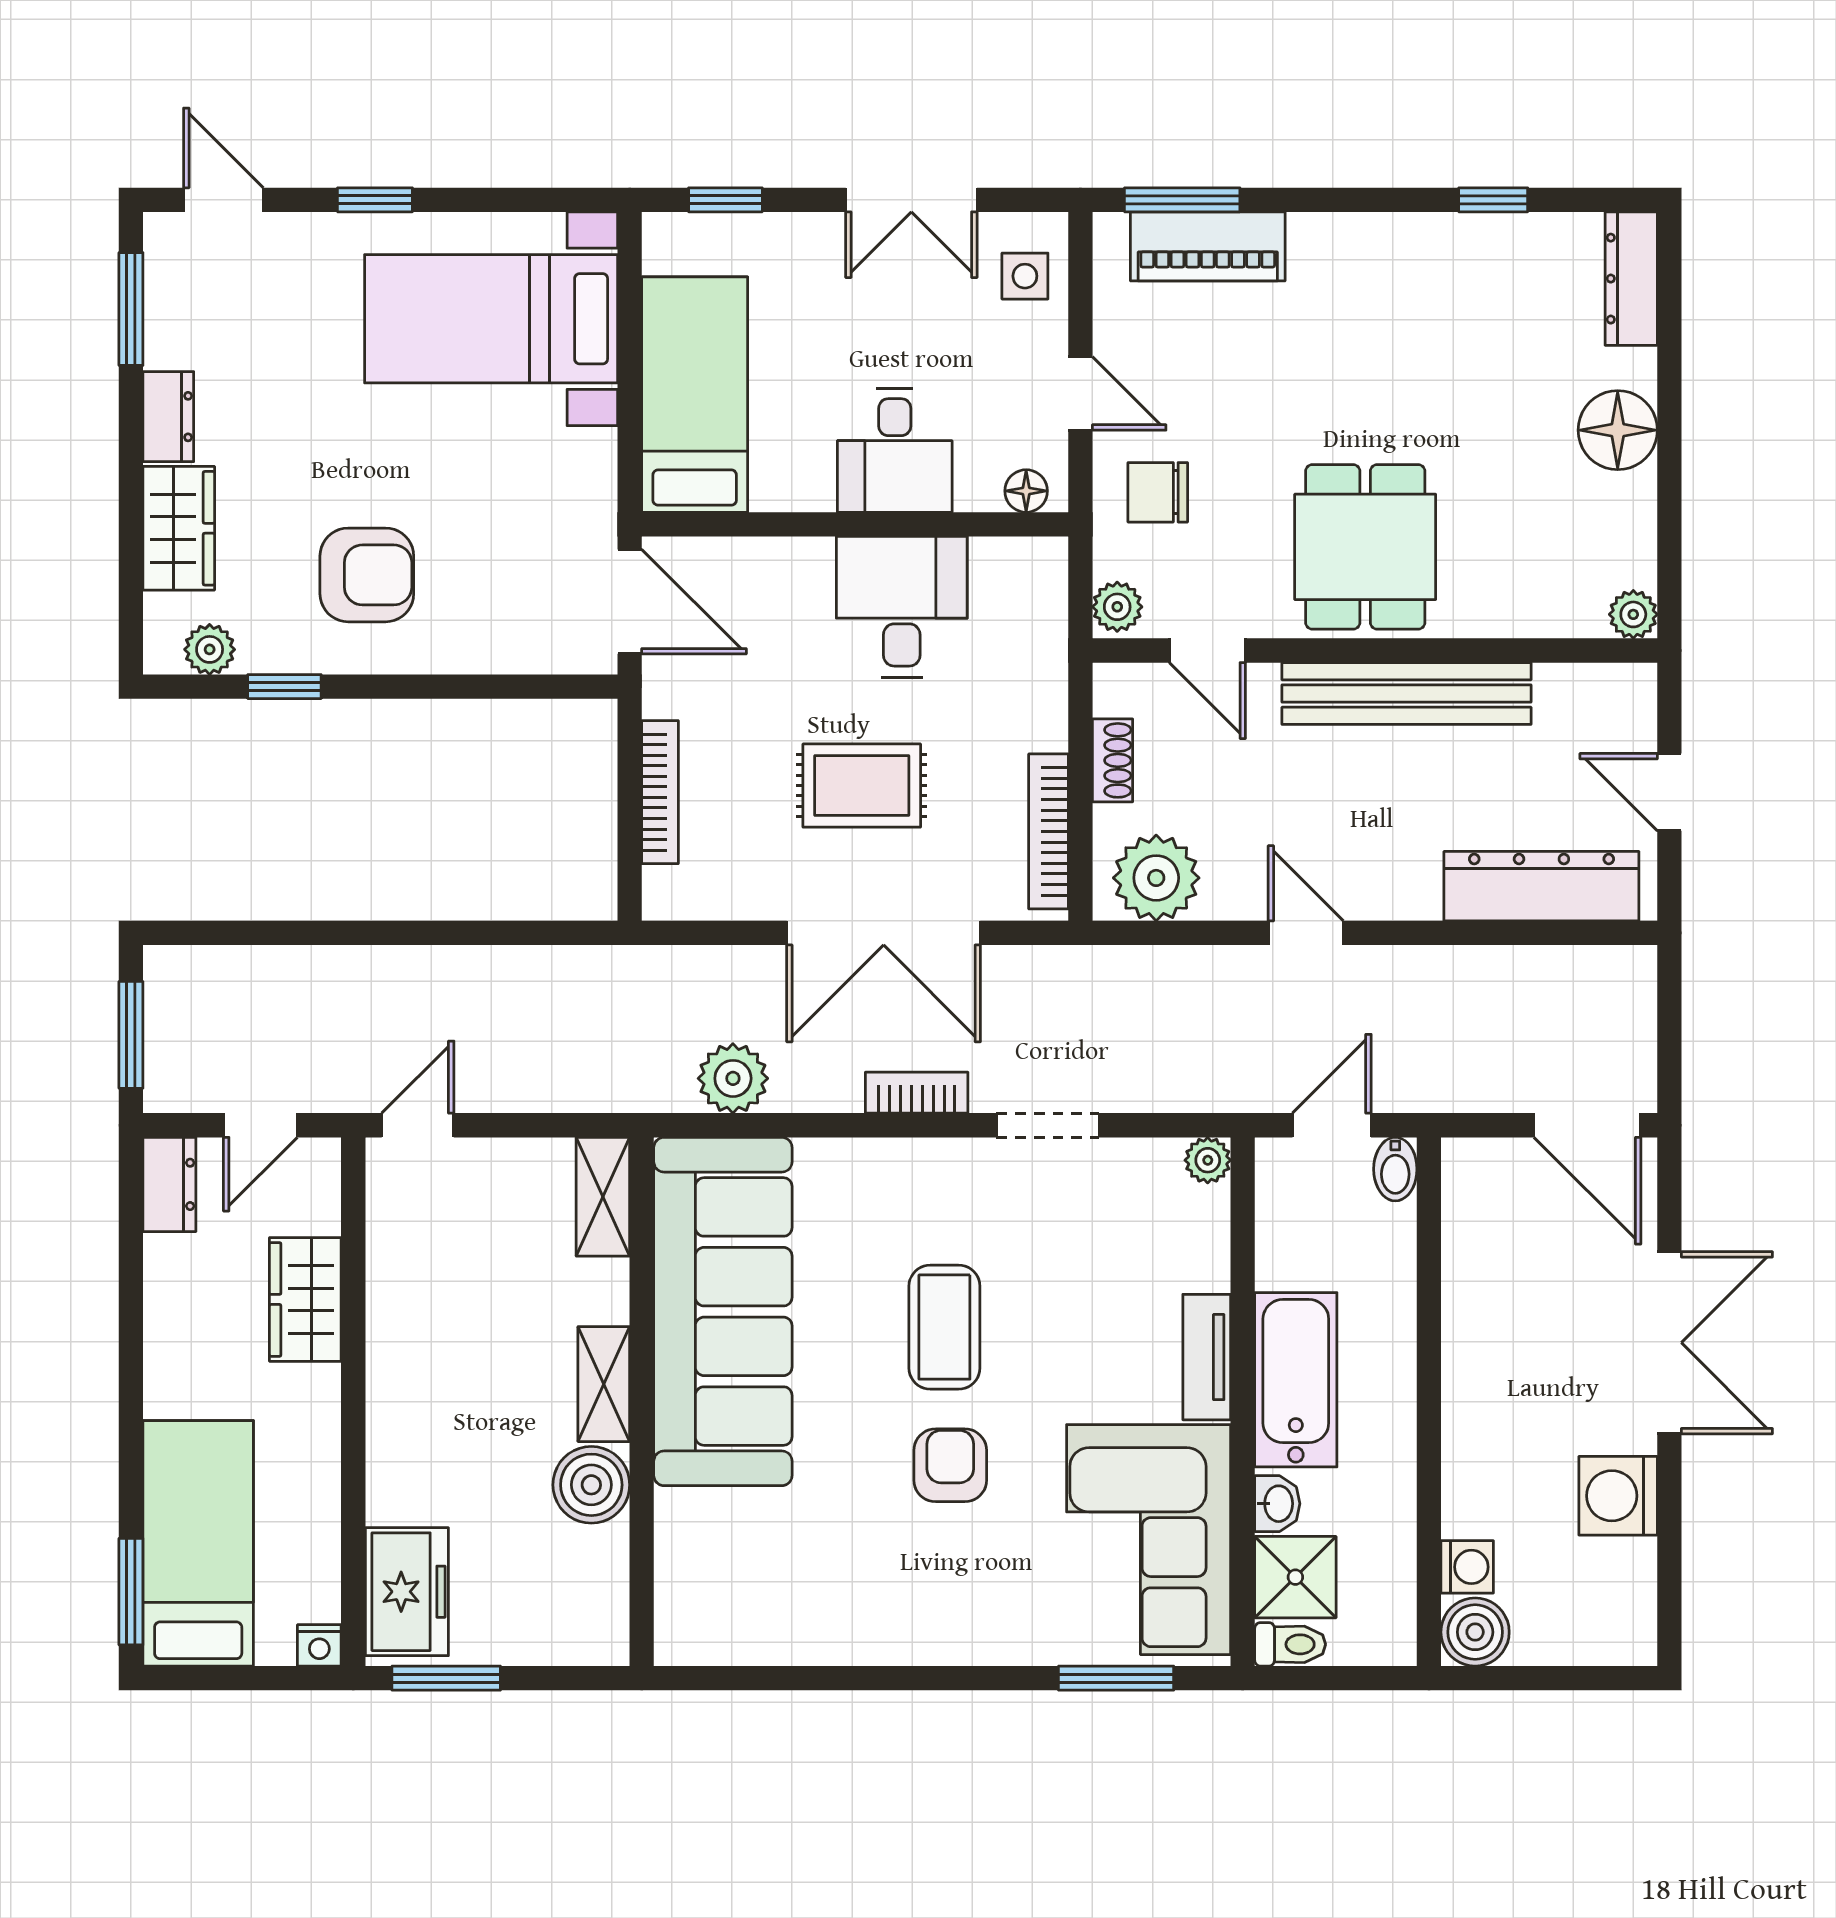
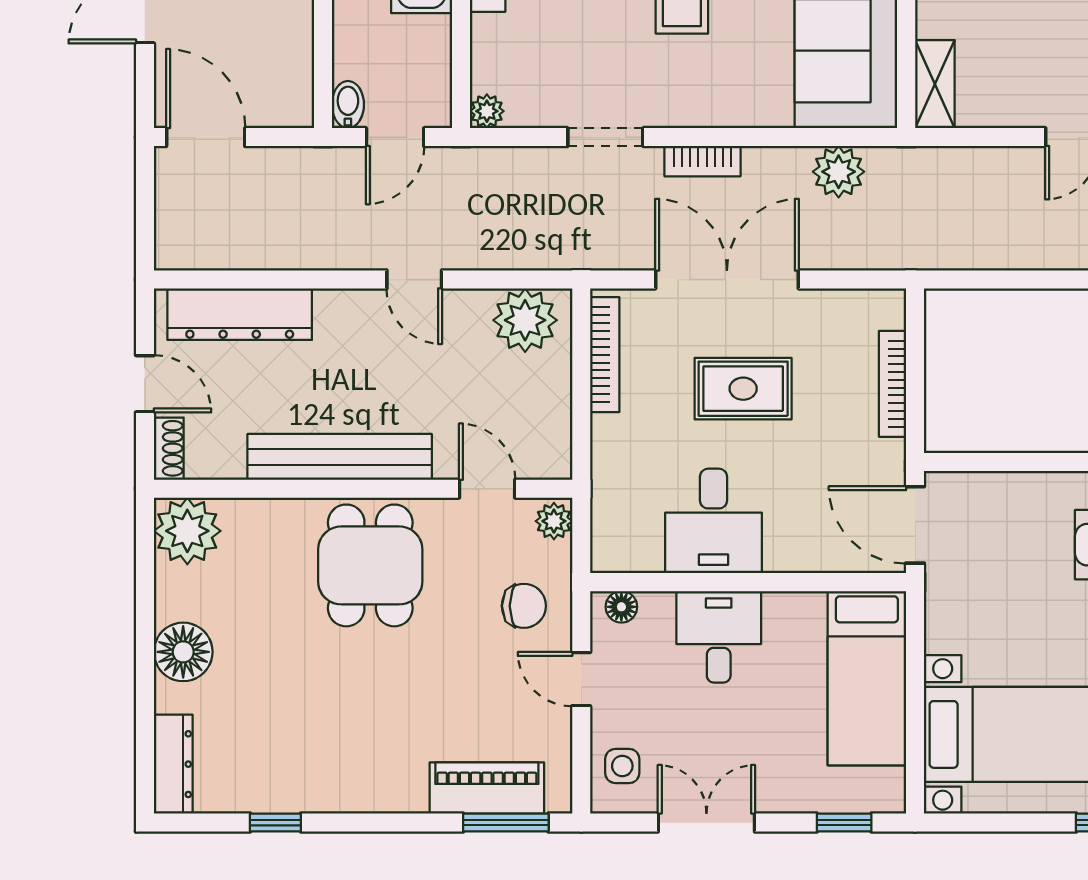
plant: (1633, 614) -> (187, 531), width x1.87, depth x1.87
shoe rack: (1113, 760) -> (169, 448), moved, turned 180

